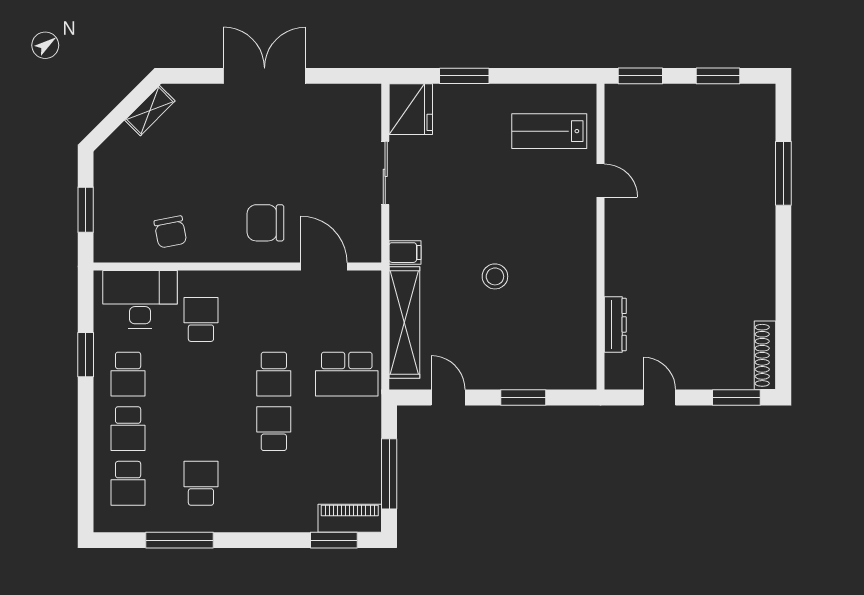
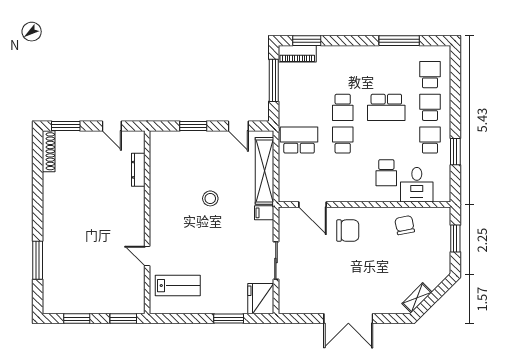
desk: (140, 300) -> (417, 185), width x0.73
school desk: (201, 483) -> (386, 107), moved, width x1.85

